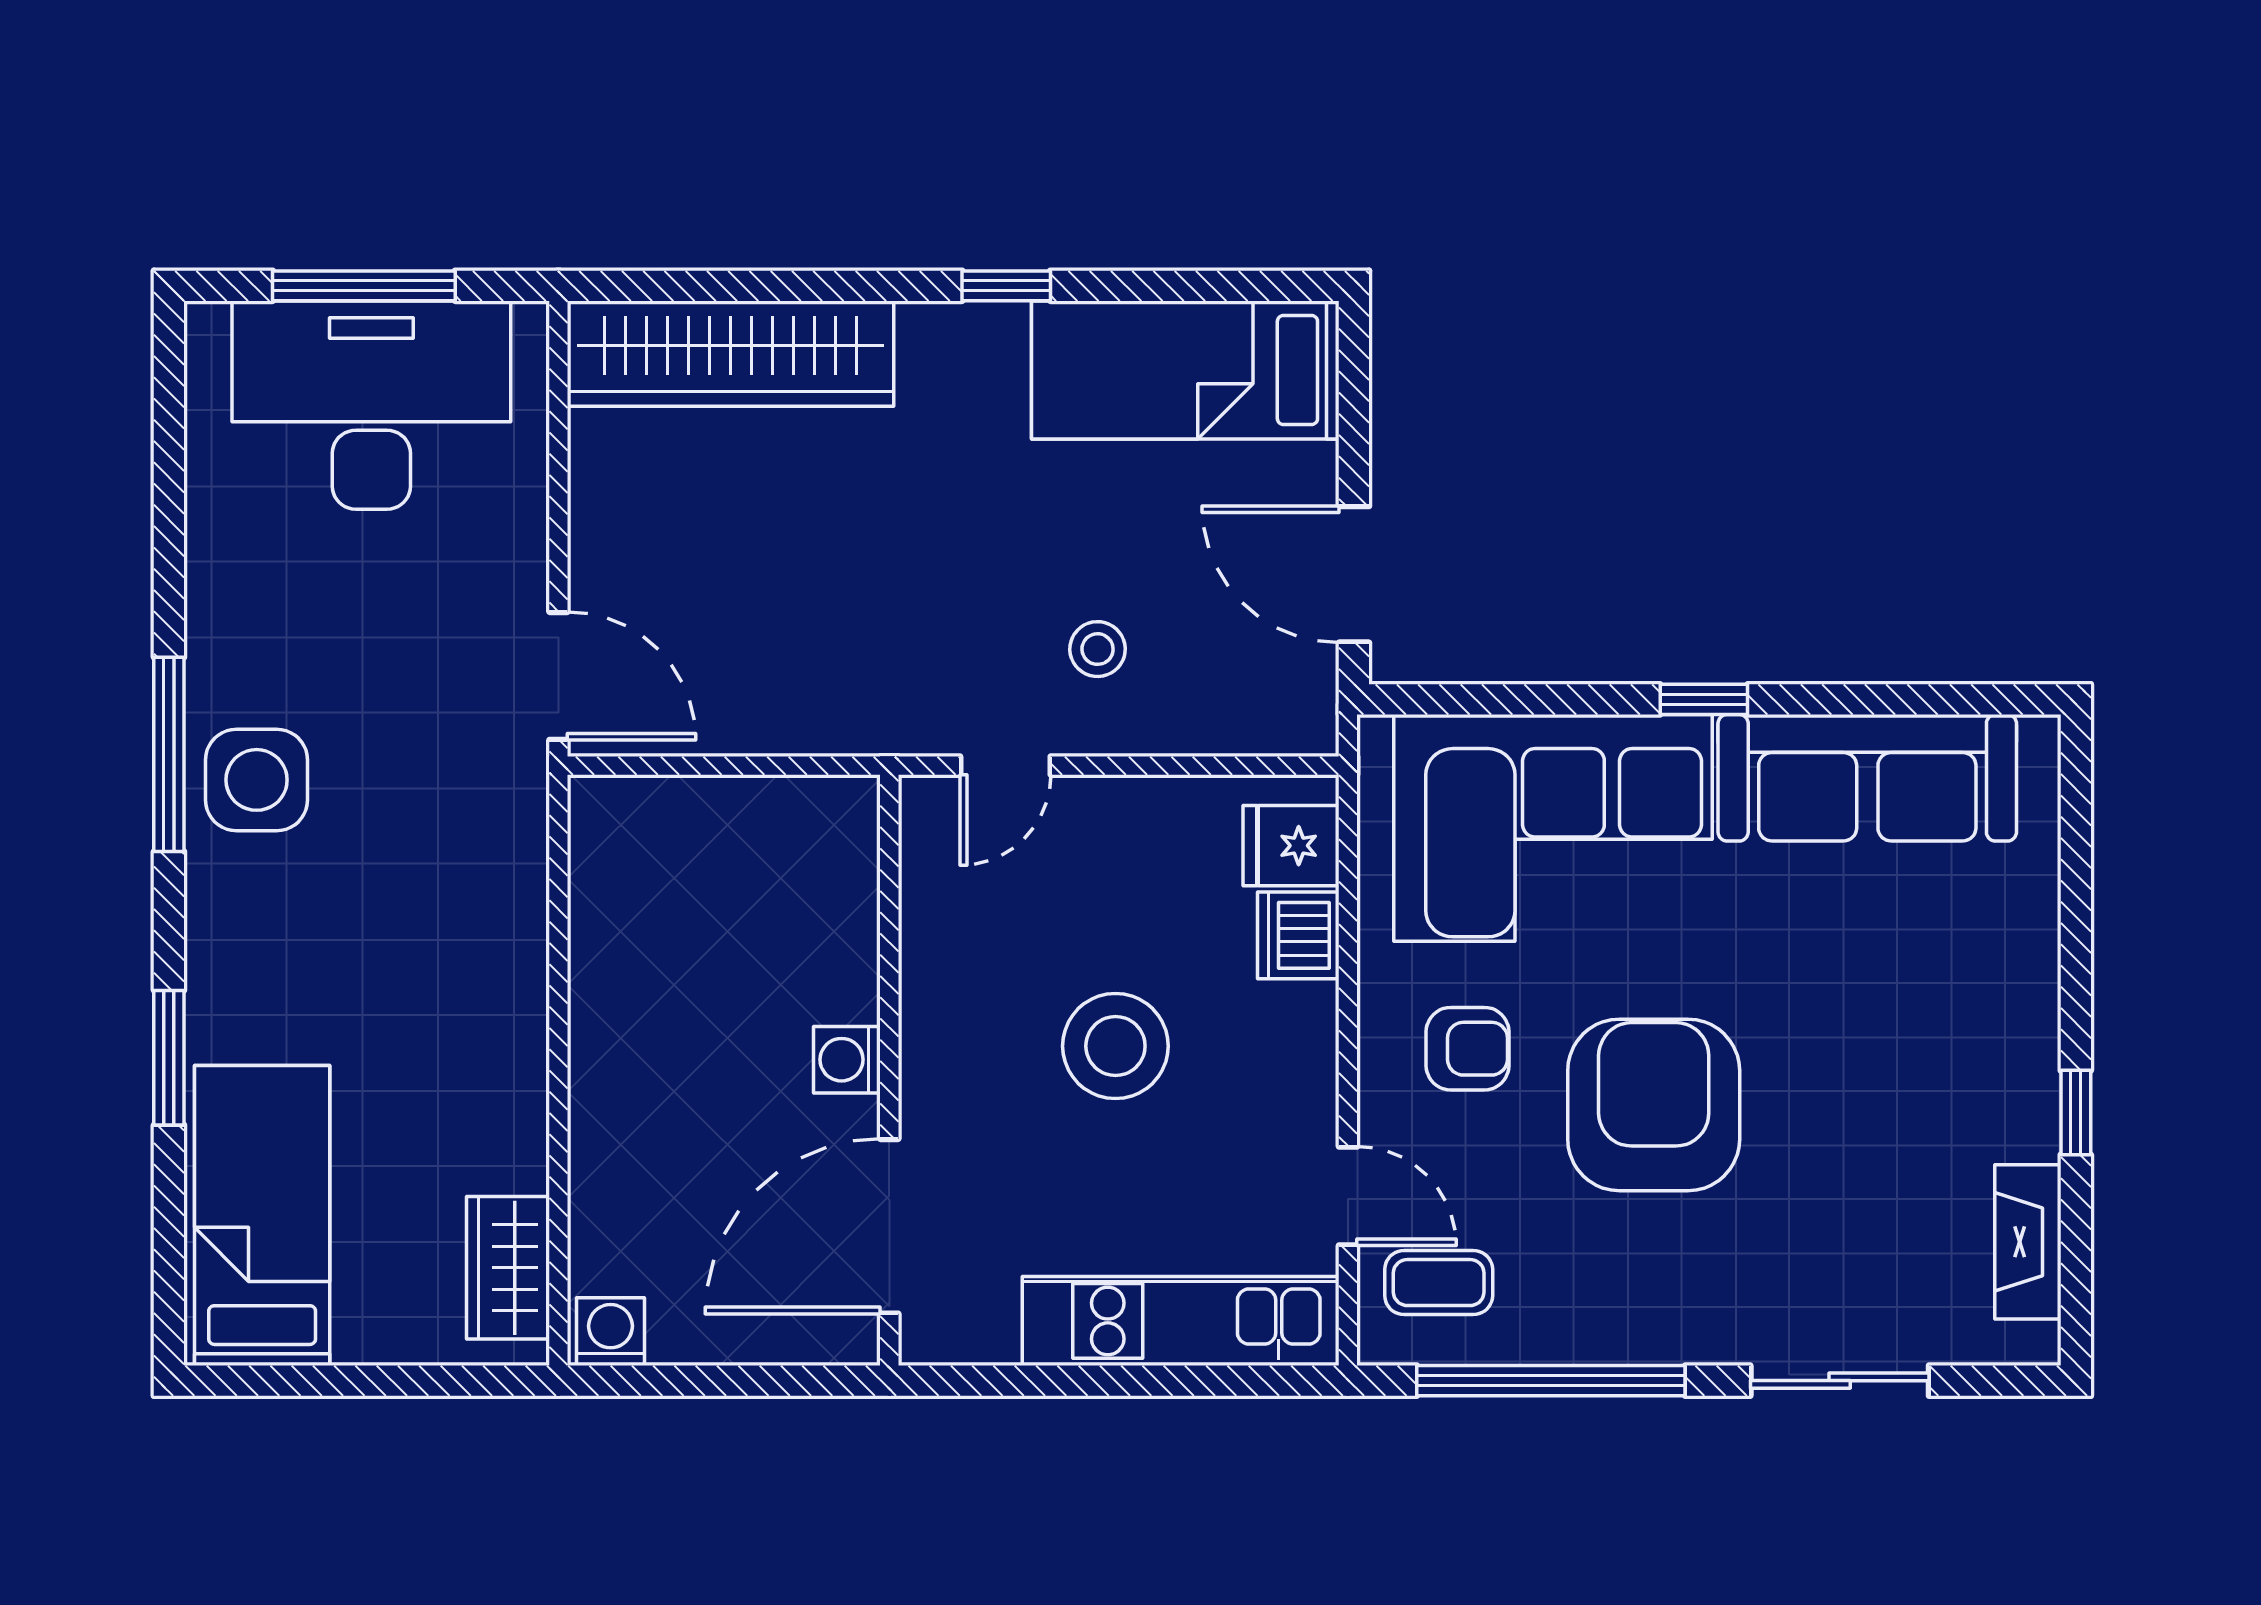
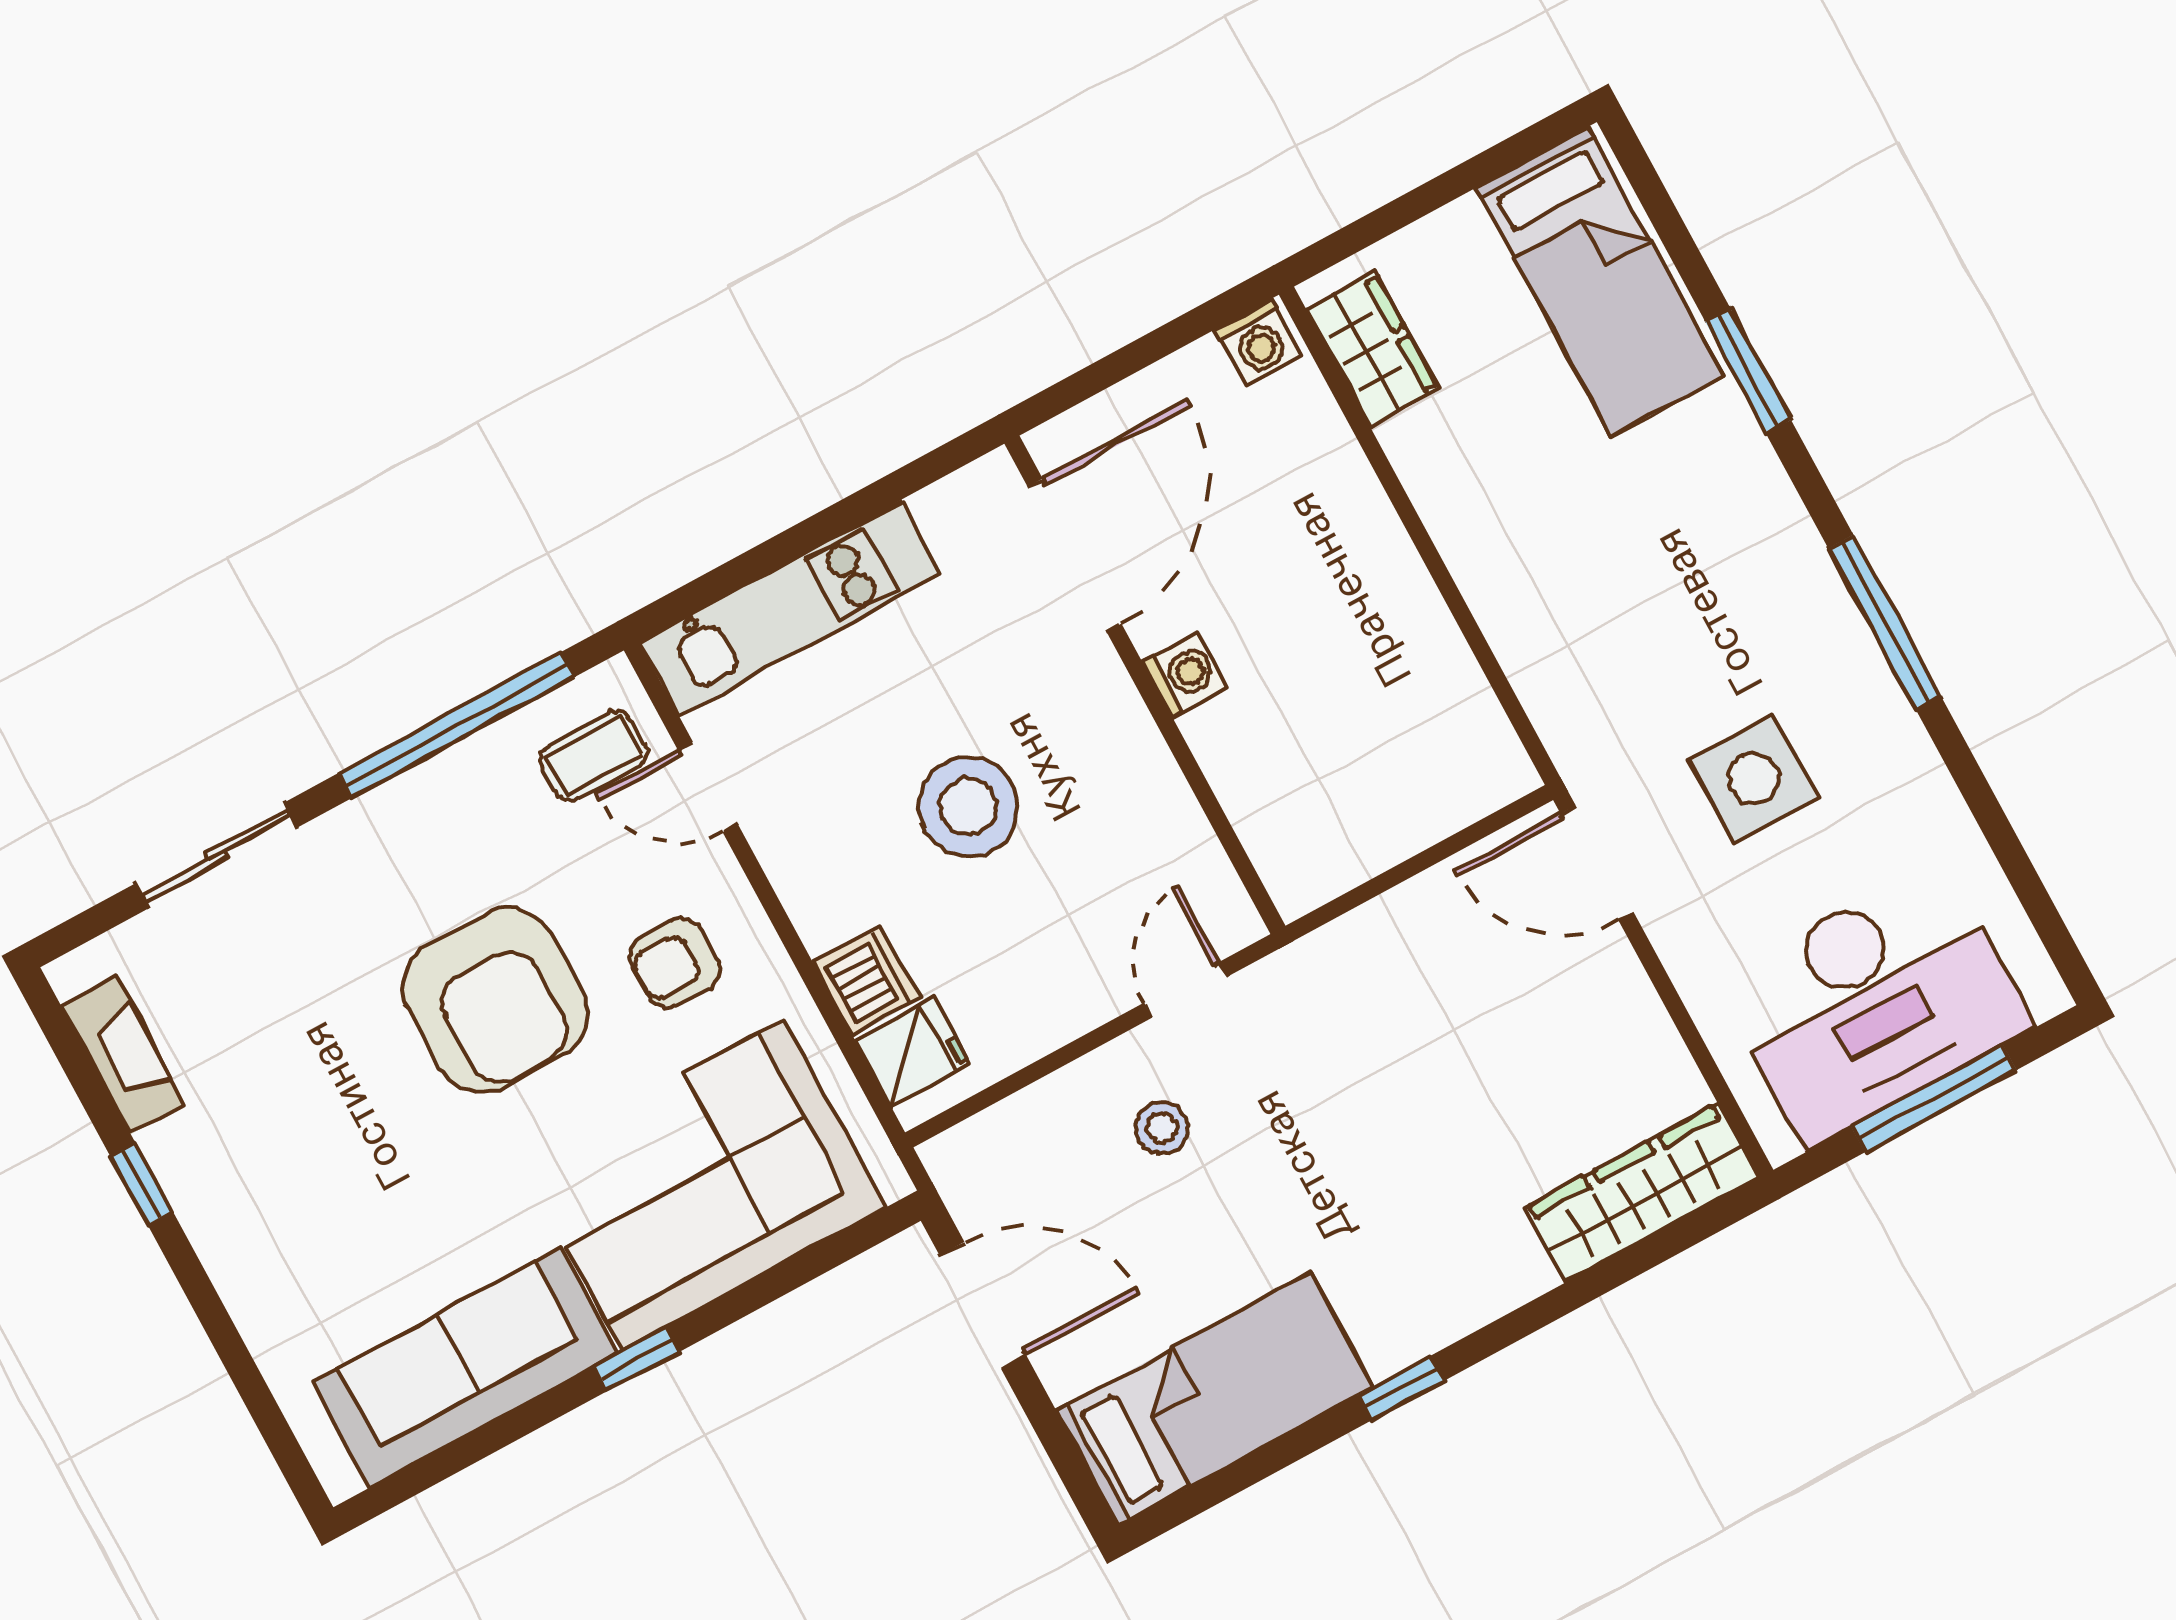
wardrobe: (731, 354) -> (1641, 1193), width x0.71, depth x0.85
side table: (257, 780) -> (1754, 778), moved

